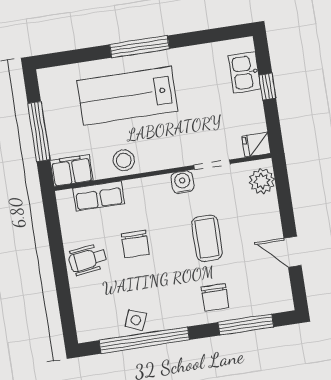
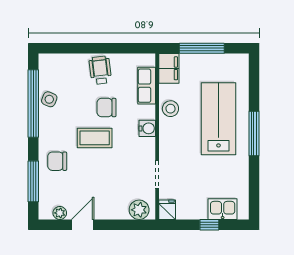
water cooler: (182, 182) -> (147, 128), moved
coffee table: (207, 238) -> (95, 138), moved
plant: (282, 284) -> (60, 213), added

